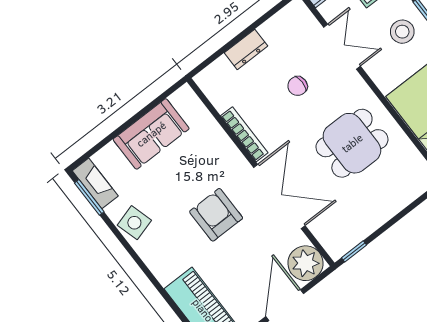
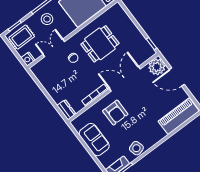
dresser: (246, 49) -> (66, 110), moved
chair: (298, 86) -> (73, 58), moved
dining table: (352, 143) -> (100, 44), turned 90
armchair: (216, 215) -> (115, 113), moved, turned -90

